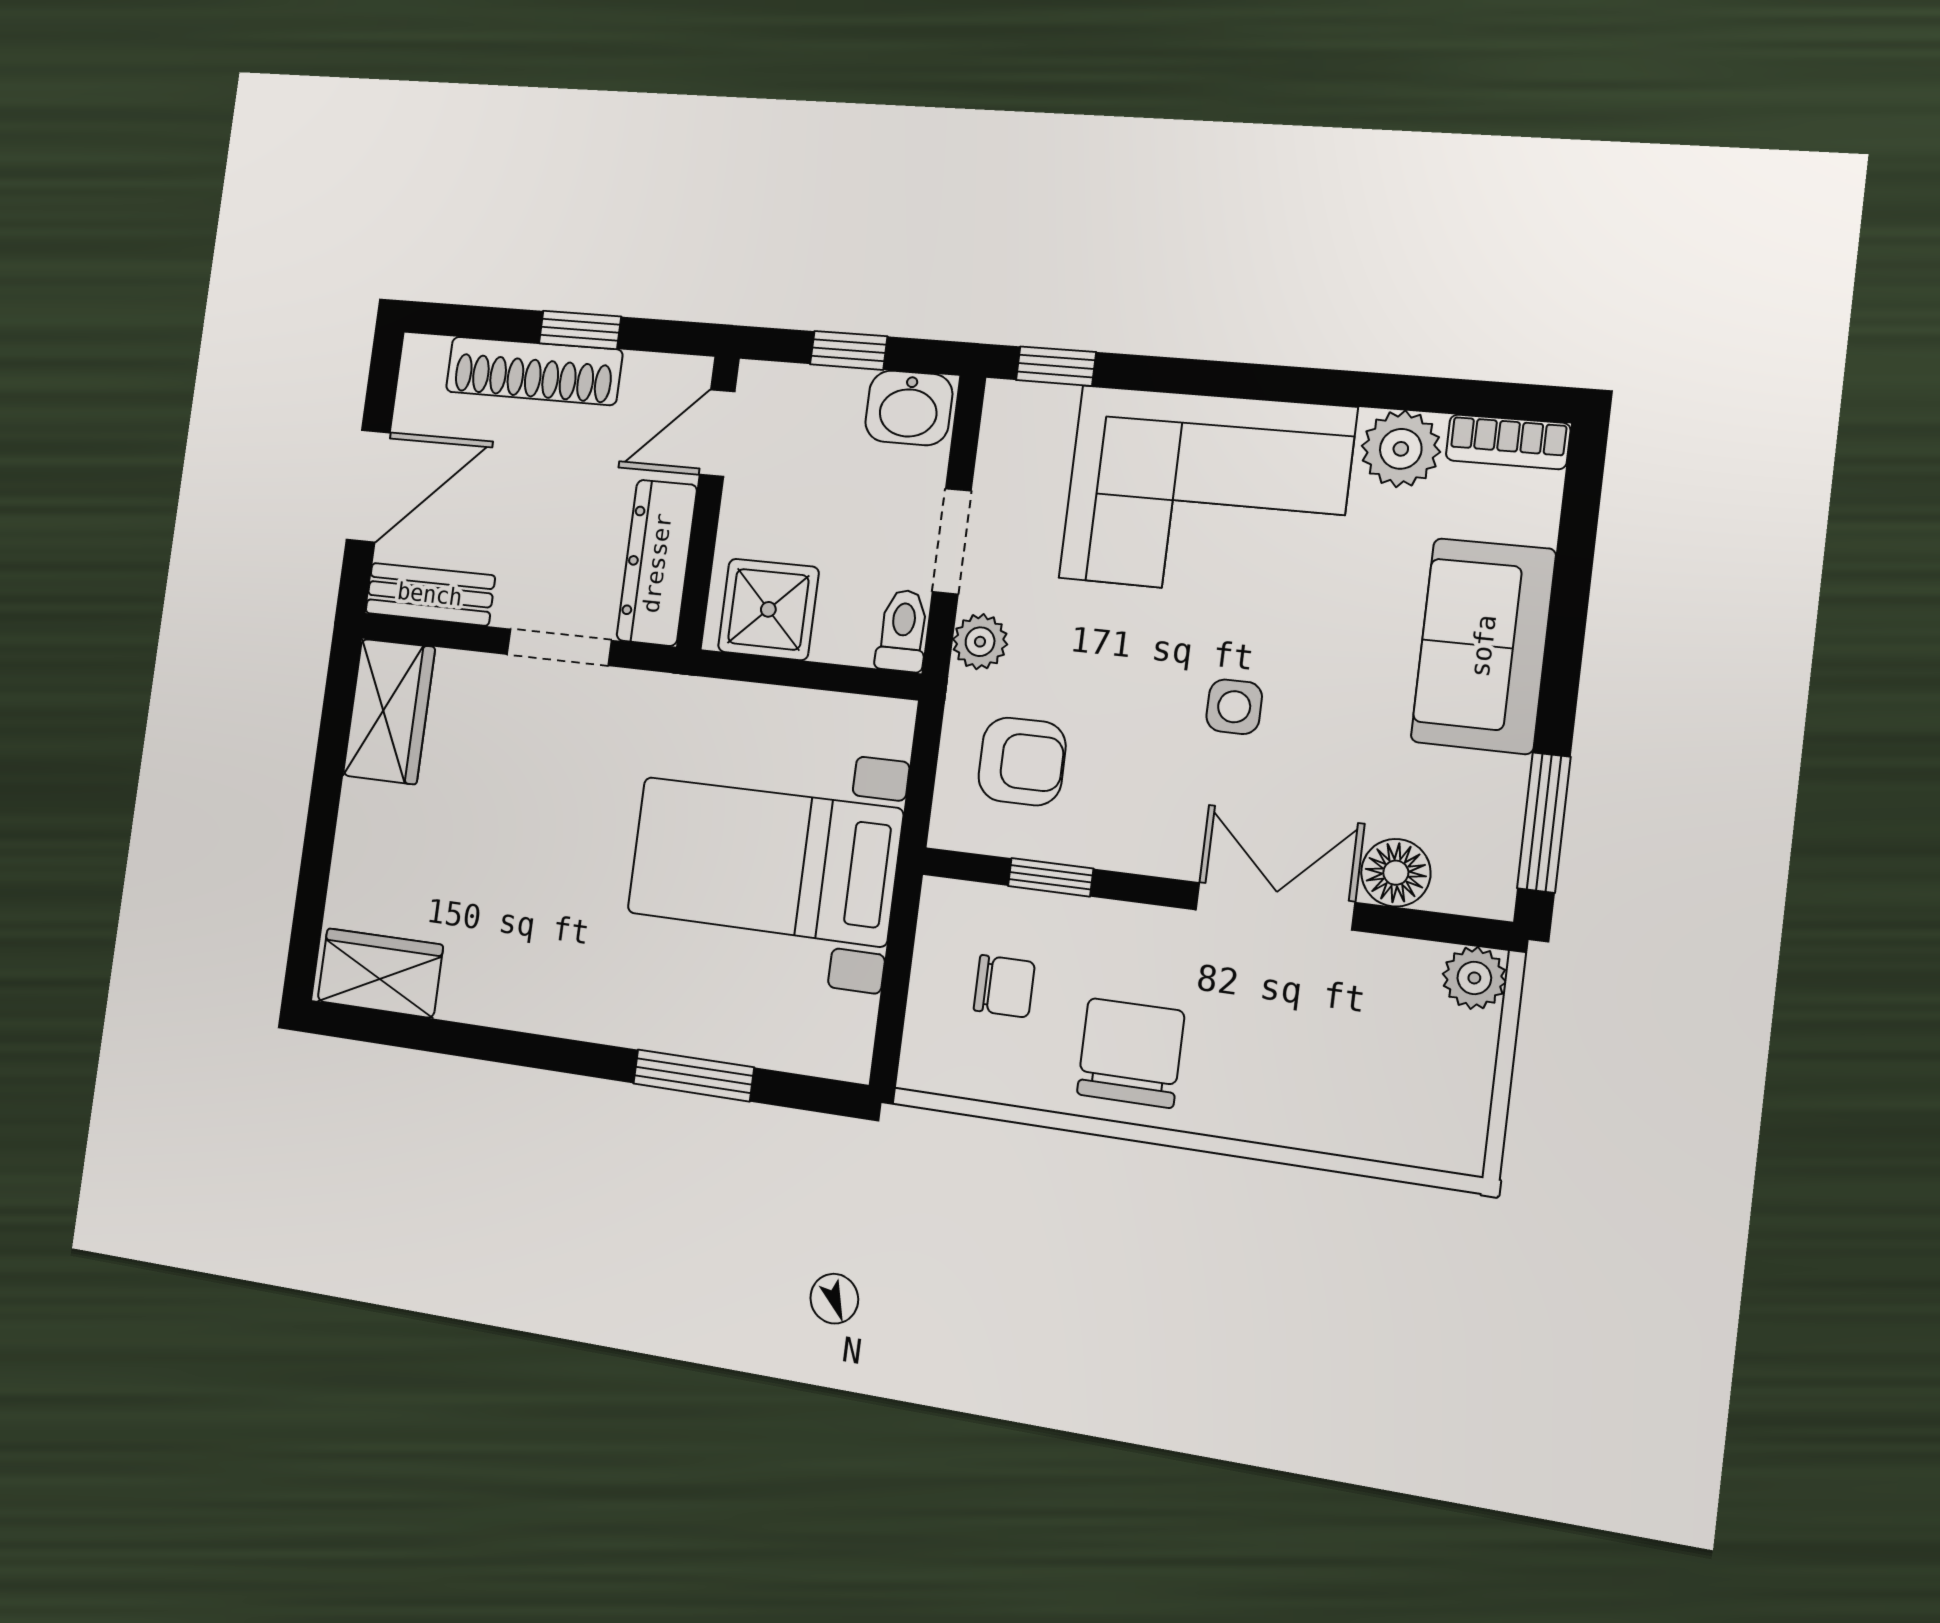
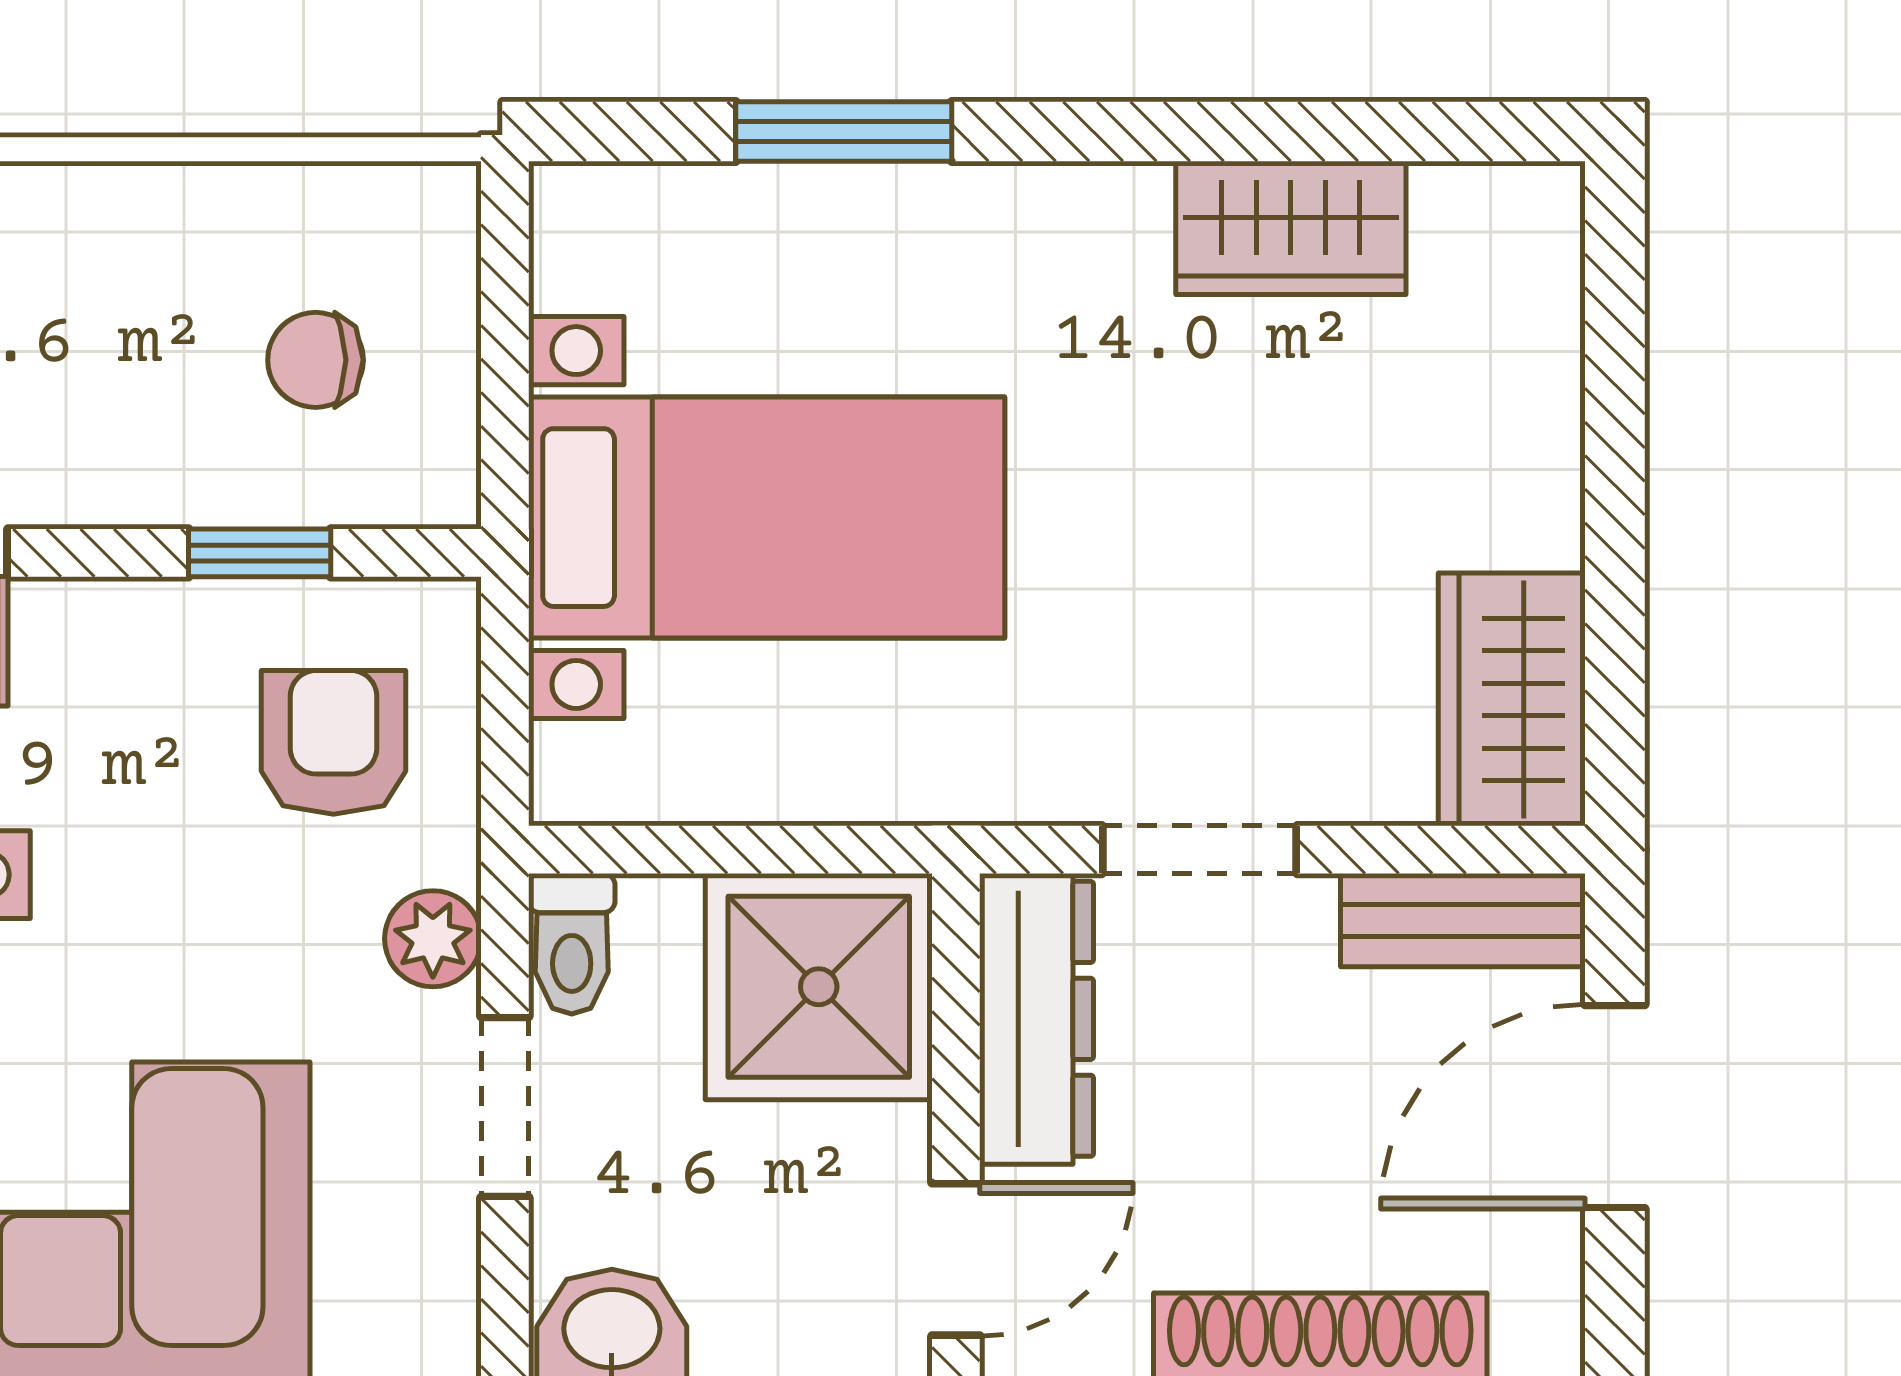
shower: (768, 609) -> (819, 987), width x1.36, depth x1.36
armchair: (1022, 761) -> (333, 742), turned 90
wardrobe: (380, 973) -> (1291, 228), moved
chair: (1131, 1053) -> (88, 279), removed

